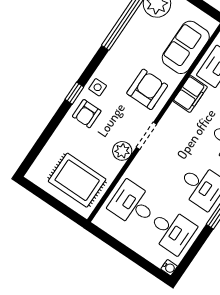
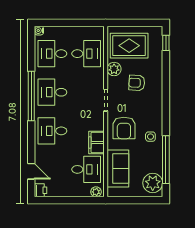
side table: (98, 87) -> (150, 137), moved
window: (74, 93) -> (166, 43), moved
armchair: (87, 114) -> (137, 83), moved, turned -87
plant: (122, 151) -> (114, 69), moved

